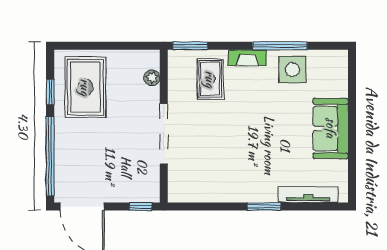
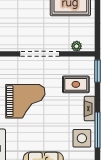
grand piano: (236, 156) -> (25, 101), added

